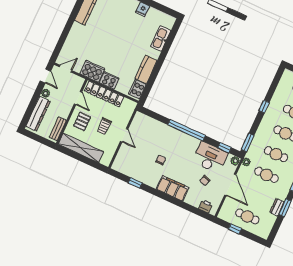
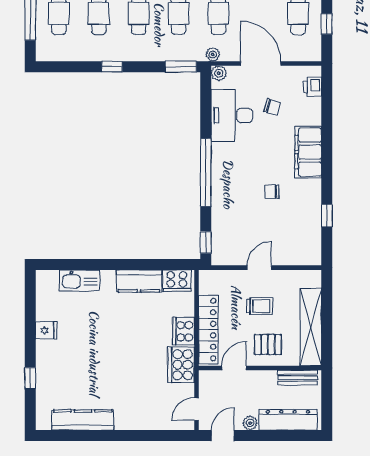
door: (66, 69) -> (196, 409), hinge flipped
window: (225, 148) -> (206, 242), moved
door: (230, 185) -> (261, 63), hinge flipped

